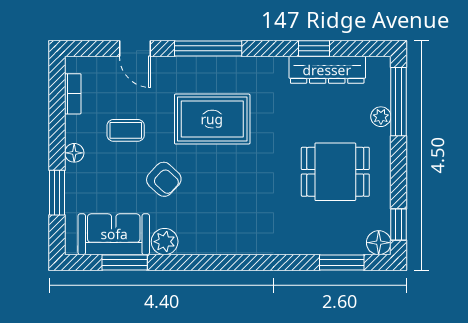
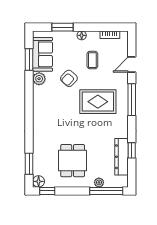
rug: (212, 119) -> (98, 102), turned 90

